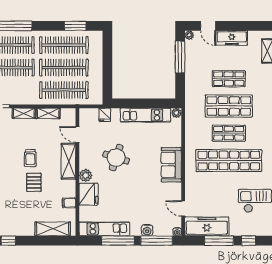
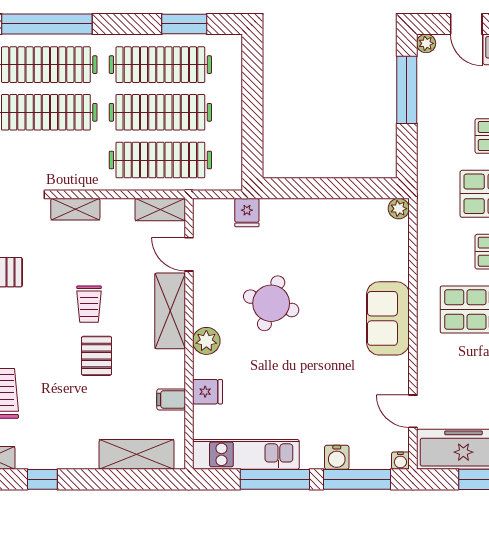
shelving: (48, 113) -> (160, 209), moved
kitchen unit: (145, 115) -> (333, 213), removed
fridge: (89, 194) -> (208, 392), width x0.53, depth x0.75

